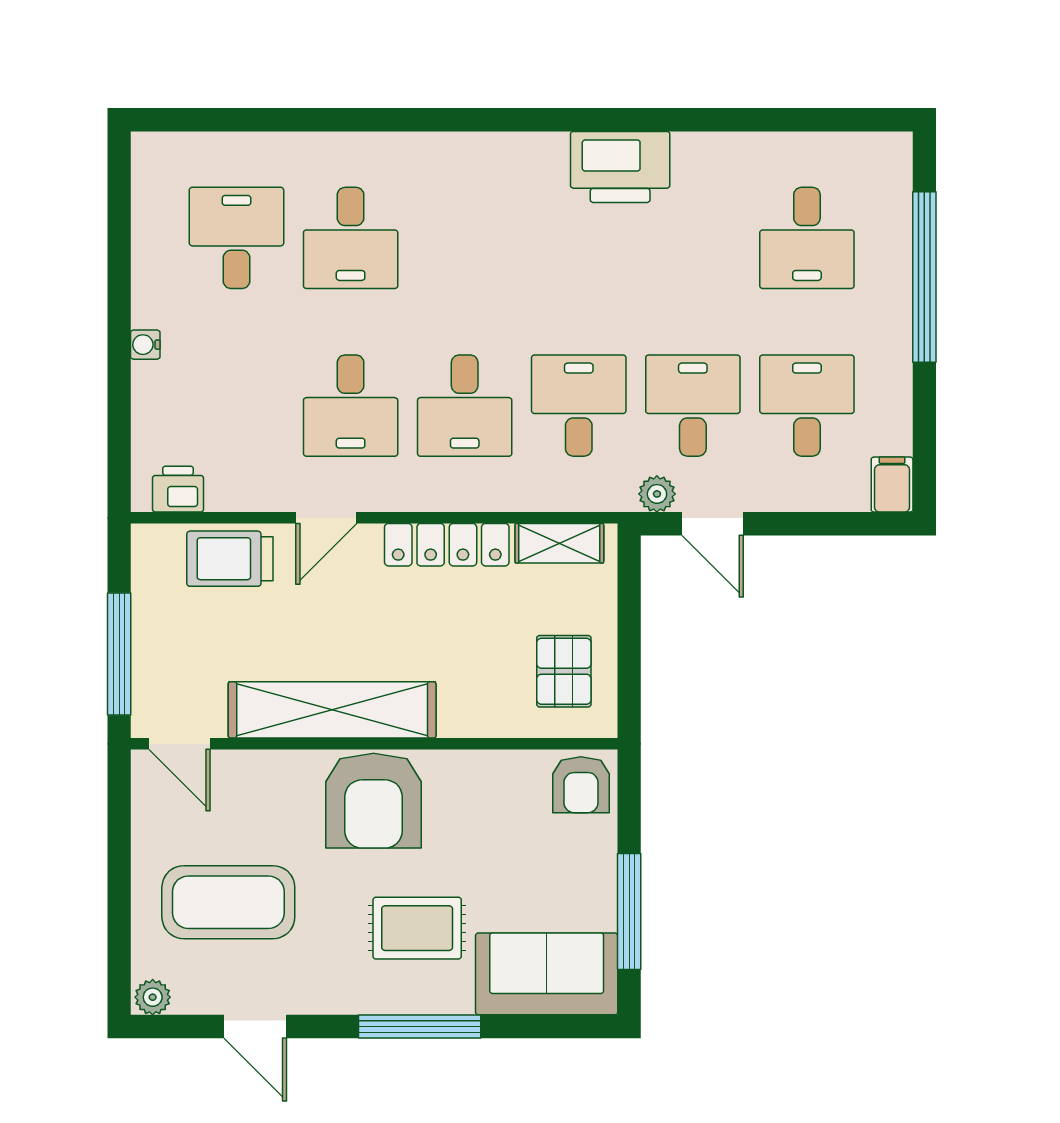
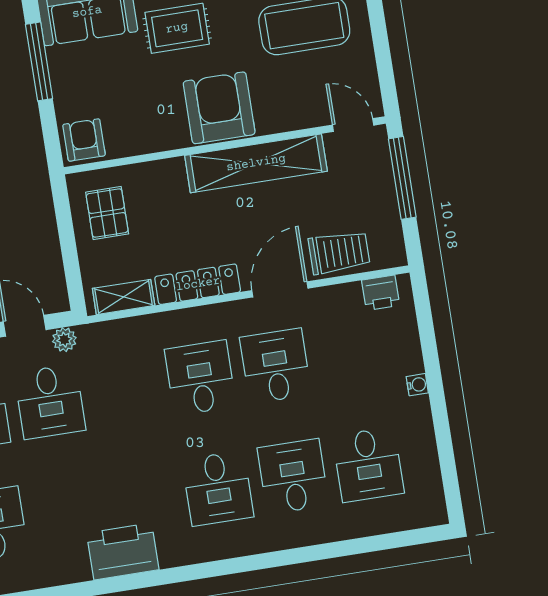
desk: (579, 406) -> (218, 488), moved
door: (326, 518) -> (280, 289), width x1.38

